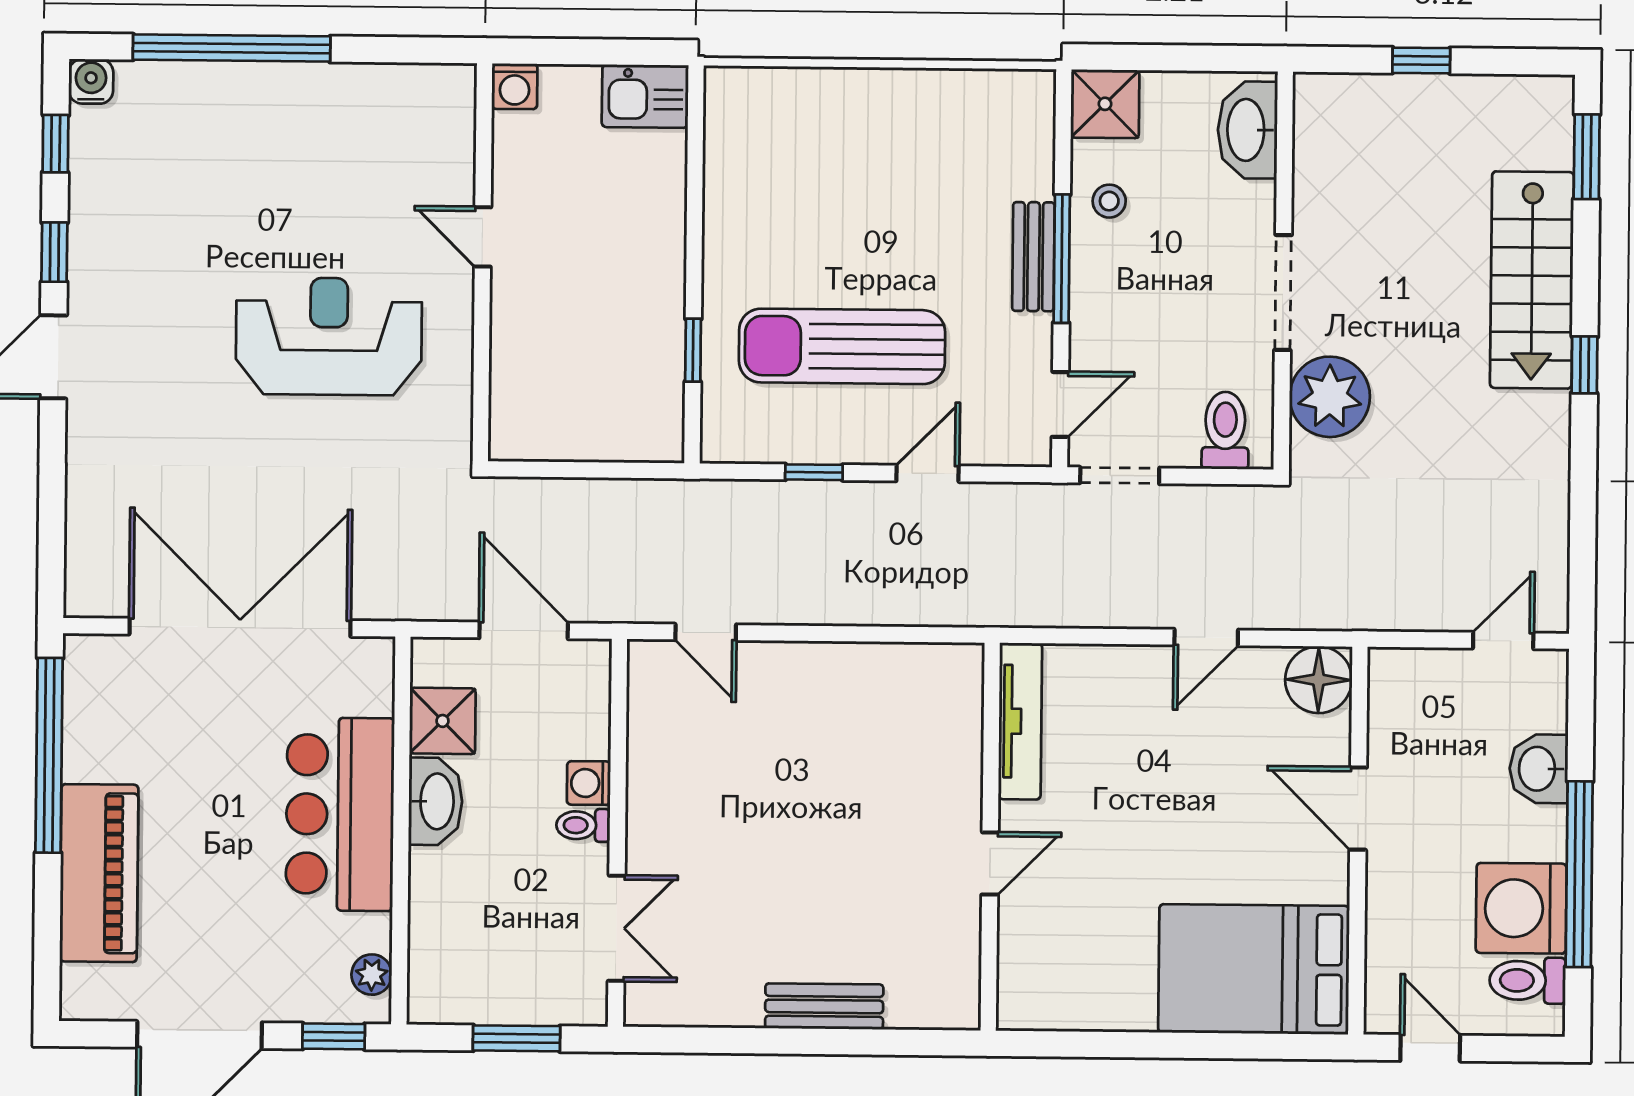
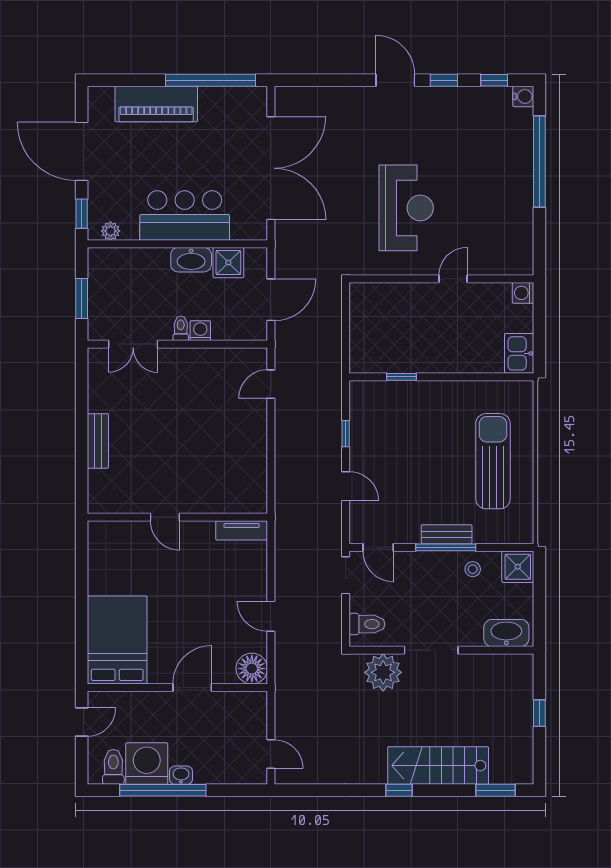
sun lounger: (842, 346) -> (493, 461), moved
tv unit: (1020, 721) -> (242, 530), width x0.71
washbasin: (1539, 769) -> (181, 775), moved, width x0.72, depth x0.69

